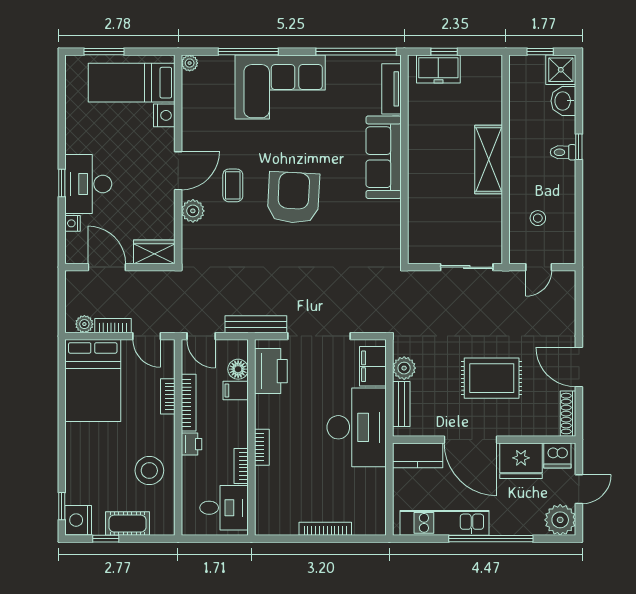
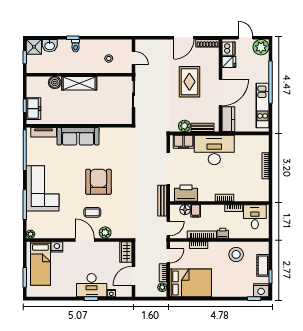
boiler: (490, 111) -> (55, 83), added
armchair: (293, 198) -> (98, 182), turned 87
fridge: (521, 461) -> (229, 62), width x0.53, depth x0.75

